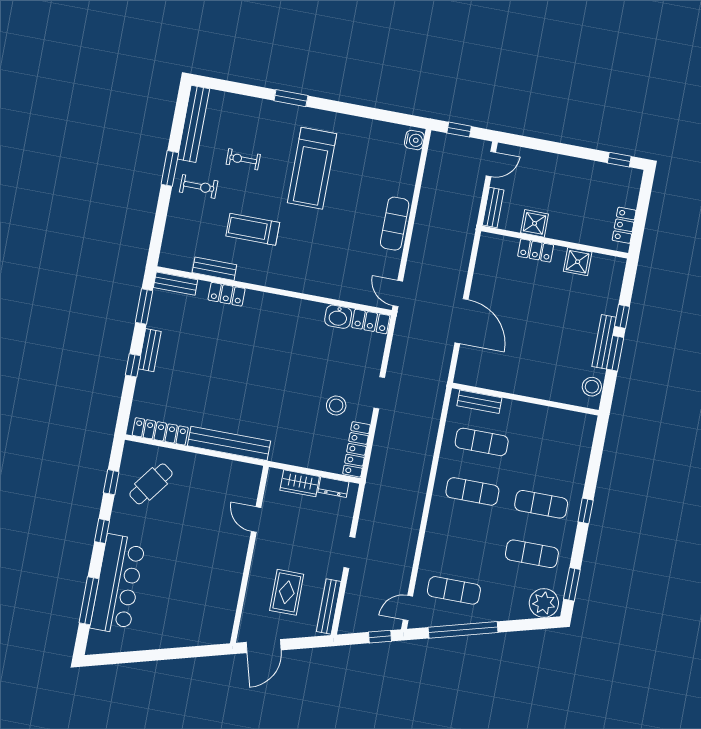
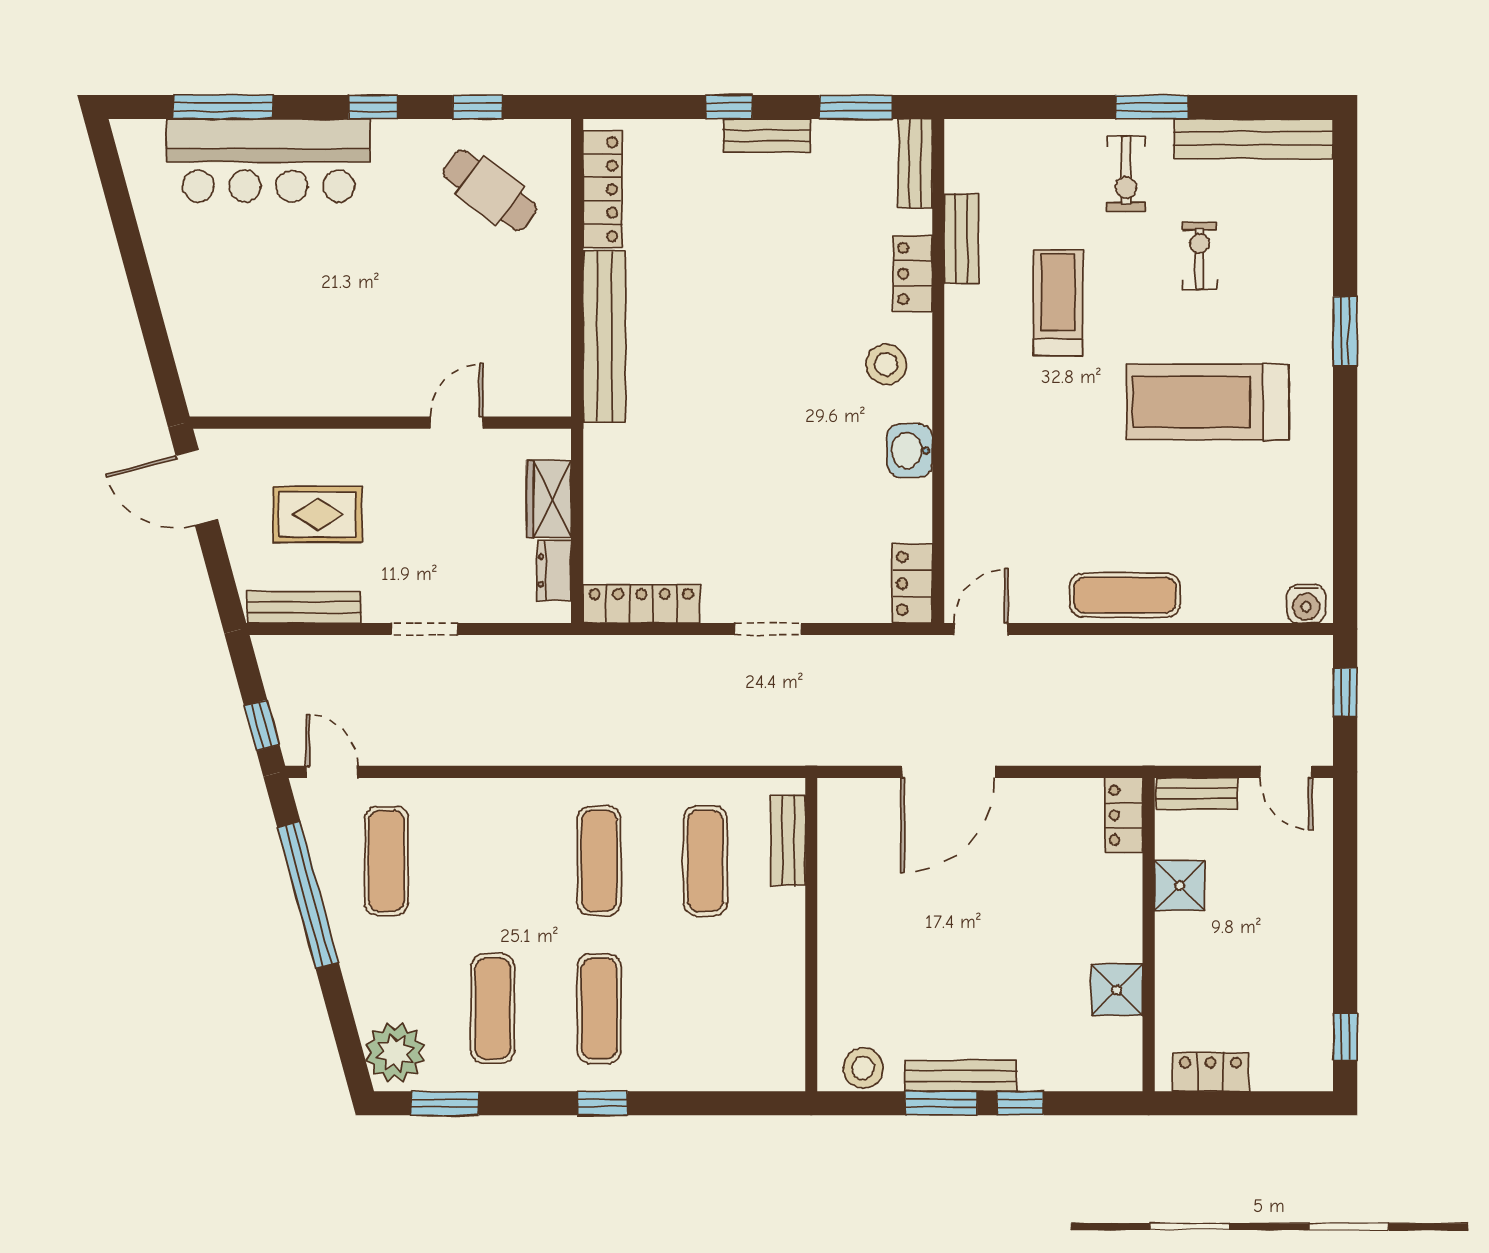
locker: (536, 251) -> (1124, 815), moved
washbasin: (338, 317) -> (910, 451), moved
stool: (336, 405) -> (886, 364), moved

